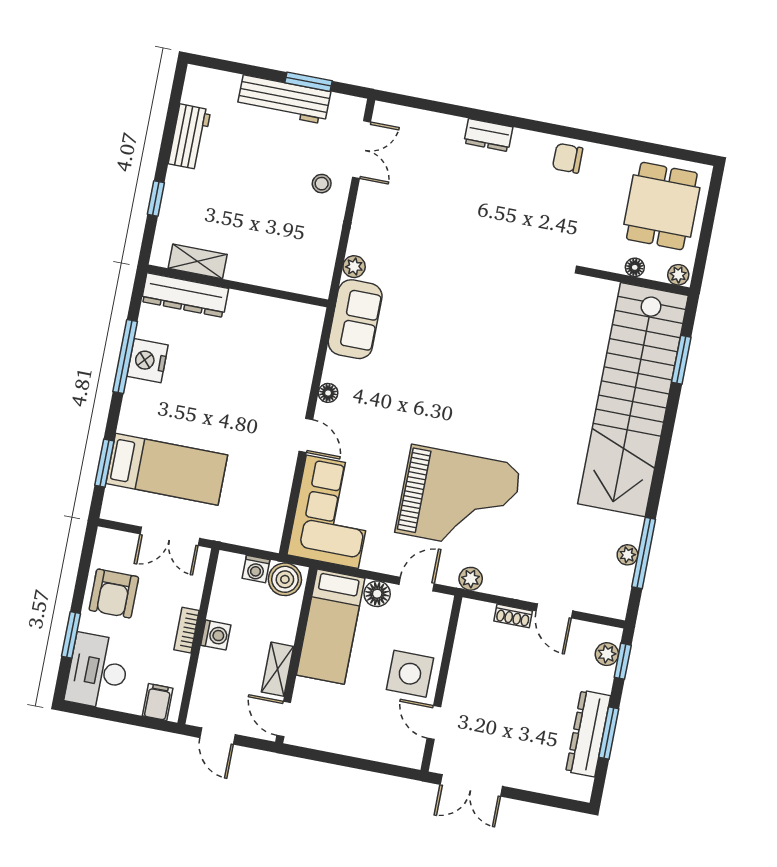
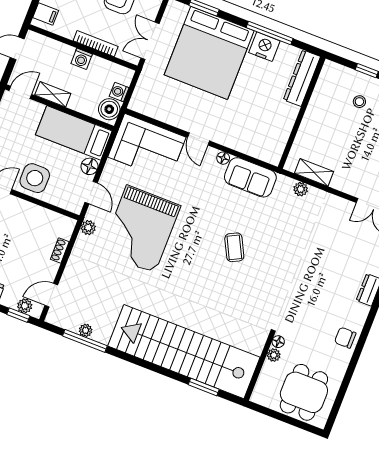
chair: (568, 158) -> (345, 338), turned -90
stool: (322, 184) -> (359, 102), moved
dining table: (662, 206) -> (304, 392), turned 90
shelving: (198, 261) -> (314, 172), moved, turned 90
floor lamp: (635, 267) -> (278, 342), moved
plant: (678, 275) -> (274, 355), moved
sofa: (355, 319) -> (250, 177), moved
coffee table: (461, 352) -> (234, 247), added
door: (306, 435) -> (199, 139), hinge flipped
bed: (167, 469) -> (209, 53), width x2.04
door: (554, 611) -> (51, 295), moved
bookcase: (187, 630) -> (96, 44), width x1.56

